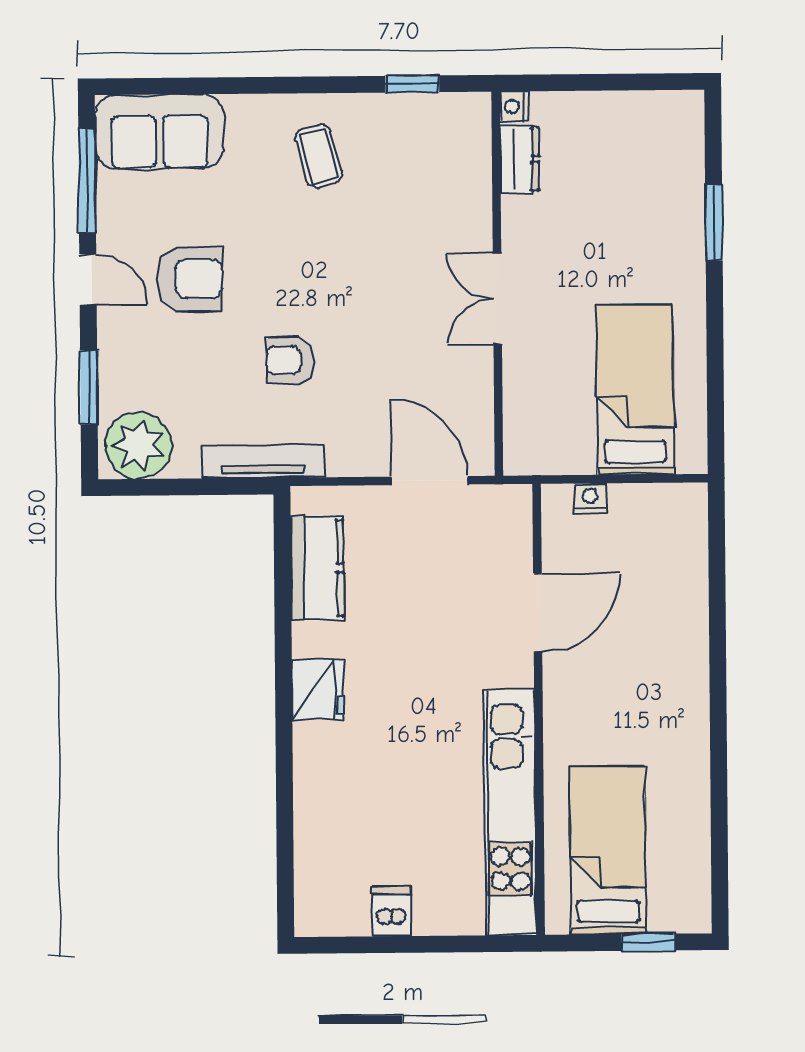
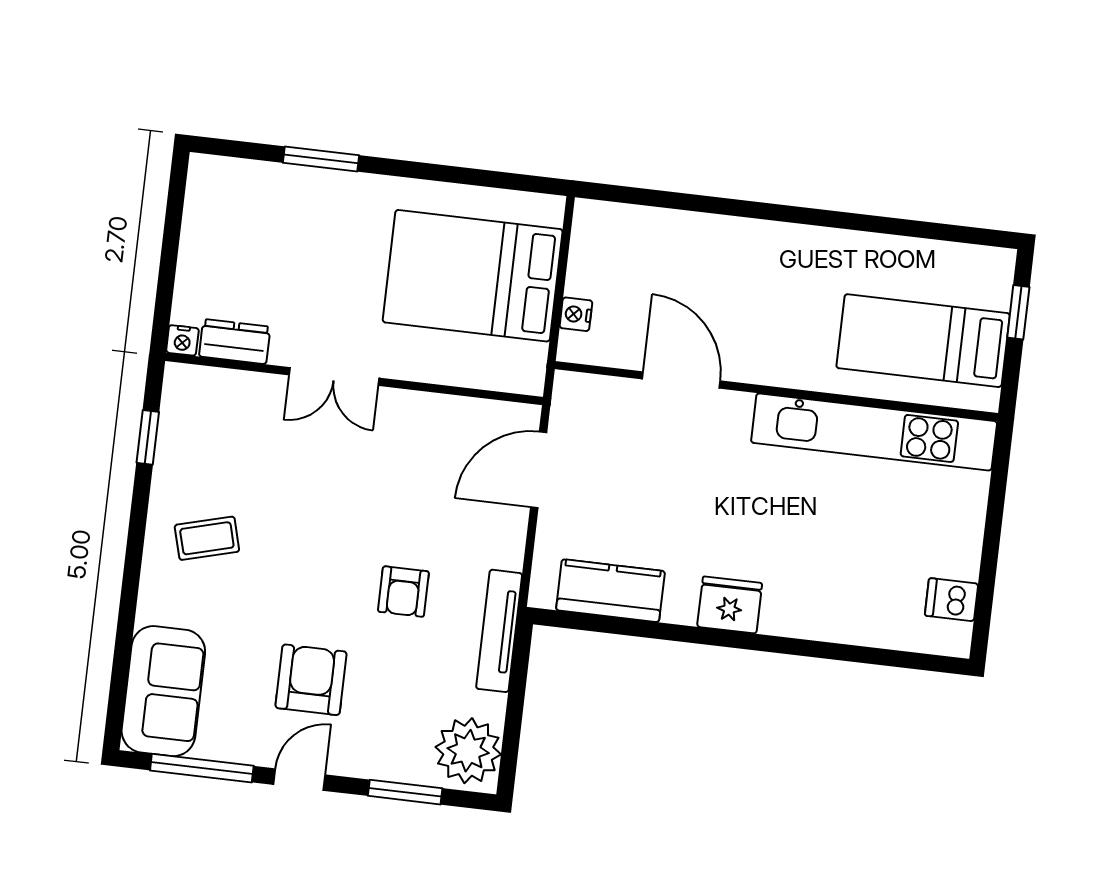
double door: (497, 299) -> (334, 377), moved
bed: (635, 390) -> (473, 276), width x1.50
dishwasher: (391, 911) -> (951, 600), moved

